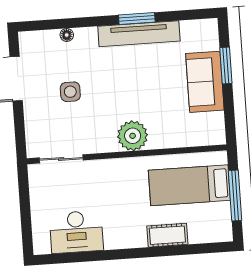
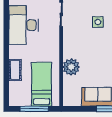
plant: (133, 136) -> (71, 67), moved
desk: (76, 232) -> (24, 25), width x1.36, depth x1.30

